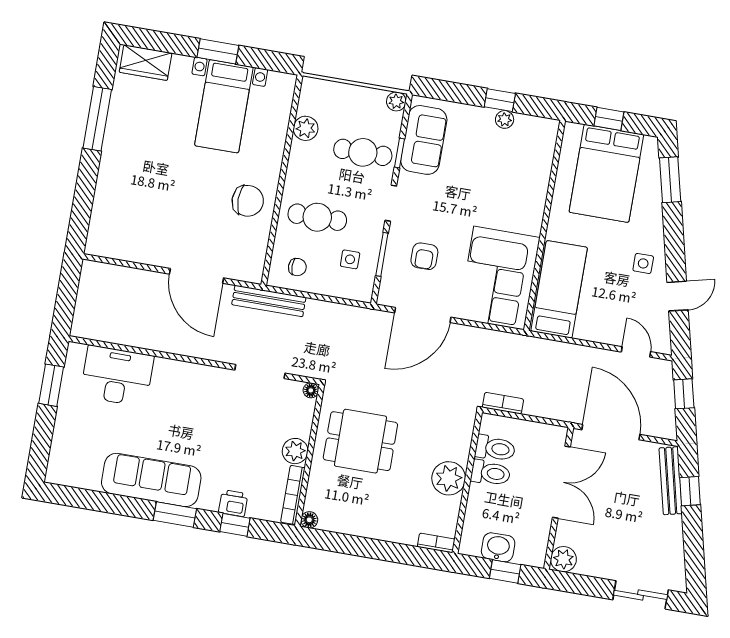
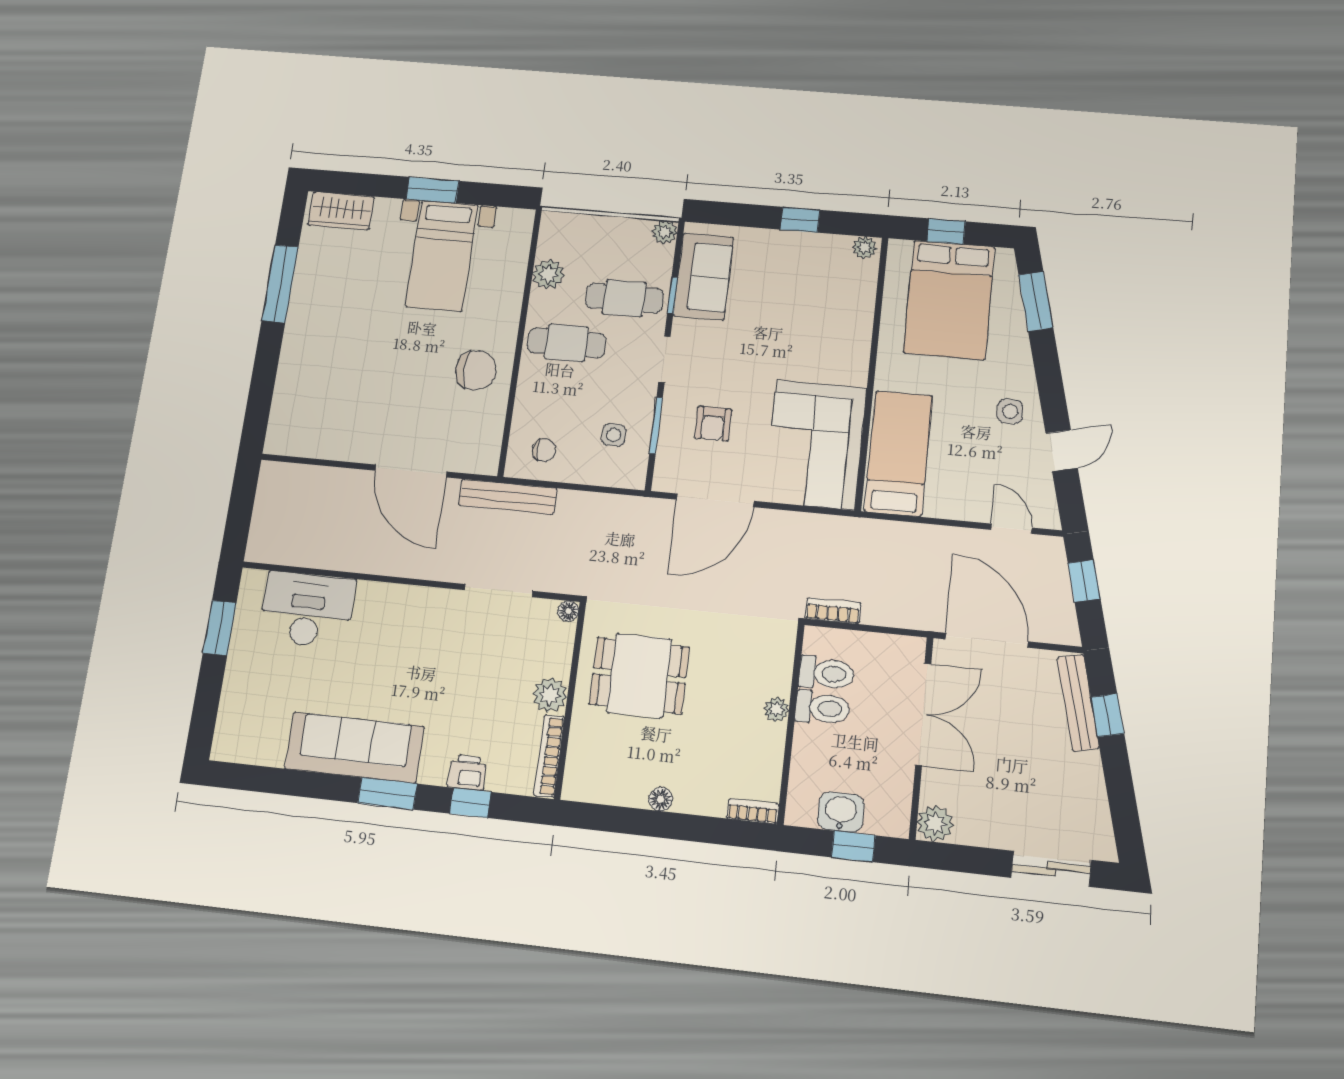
plant: (505, 119) -> (864, 248), moved
cafe table: (317, 217) -> (567, 343), moved
plant: (449, 478) -> (776, 709), width x0.53, depth x0.53
floor lamp: (309, 520) -> (661, 799), moved

